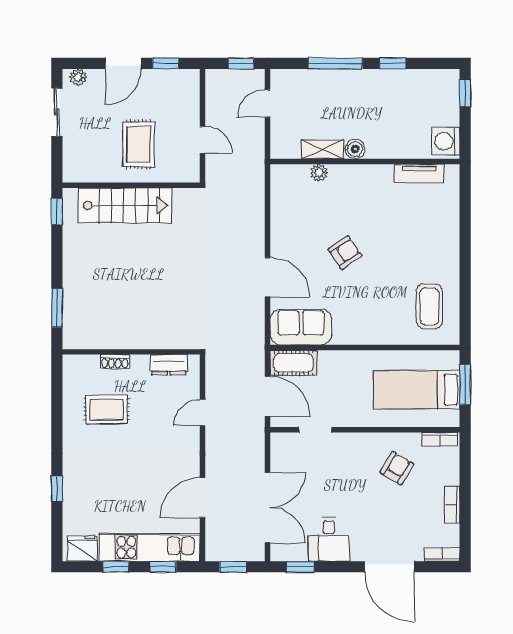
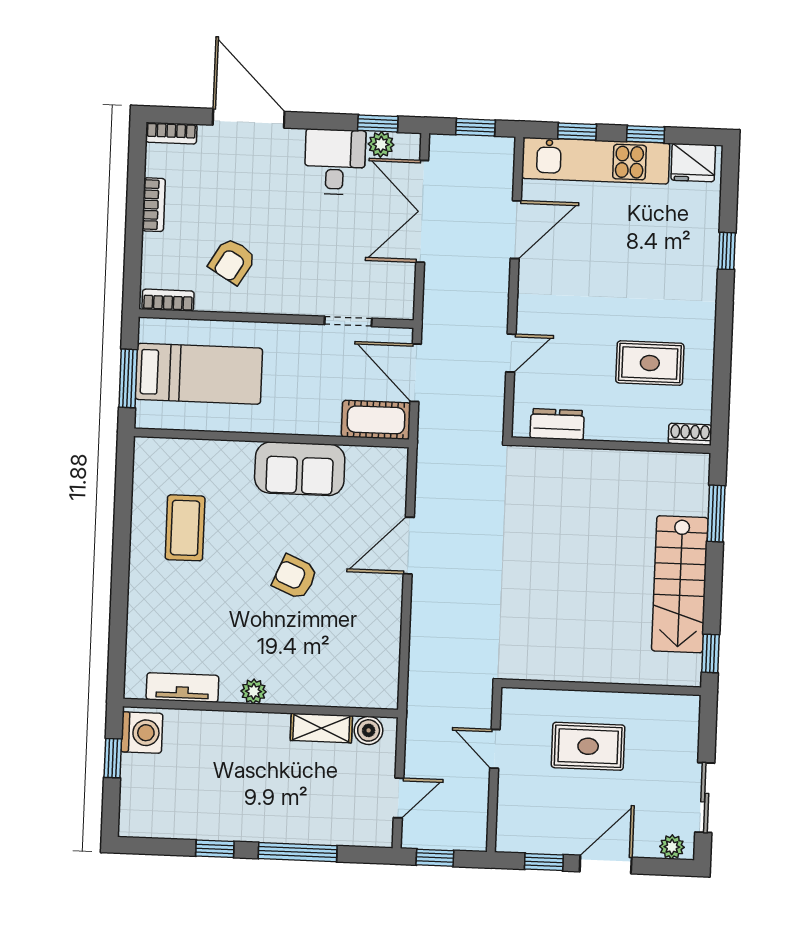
window: (465, 93) -> (113, 758), moved
rug: (139, 144) -> (588, 746), turned 90
boiler: (355, 149) -> (369, 730), moved
plant: (319, 173) -> (254, 691), moved
stairs: (125, 205) -> (680, 584), moved, turned -90
armchair: (345, 253) -> (295, 577), turned 57
door: (267, 277) -> (409, 546), hinge flipped
coffee table: (429, 306) -> (185, 528), moved
sofa: (301, 327) -> (300, 469), moved
shoe rack: (115, 362) -> (690, 434), moved
plant: (298, 552) -> (381, 144), added

